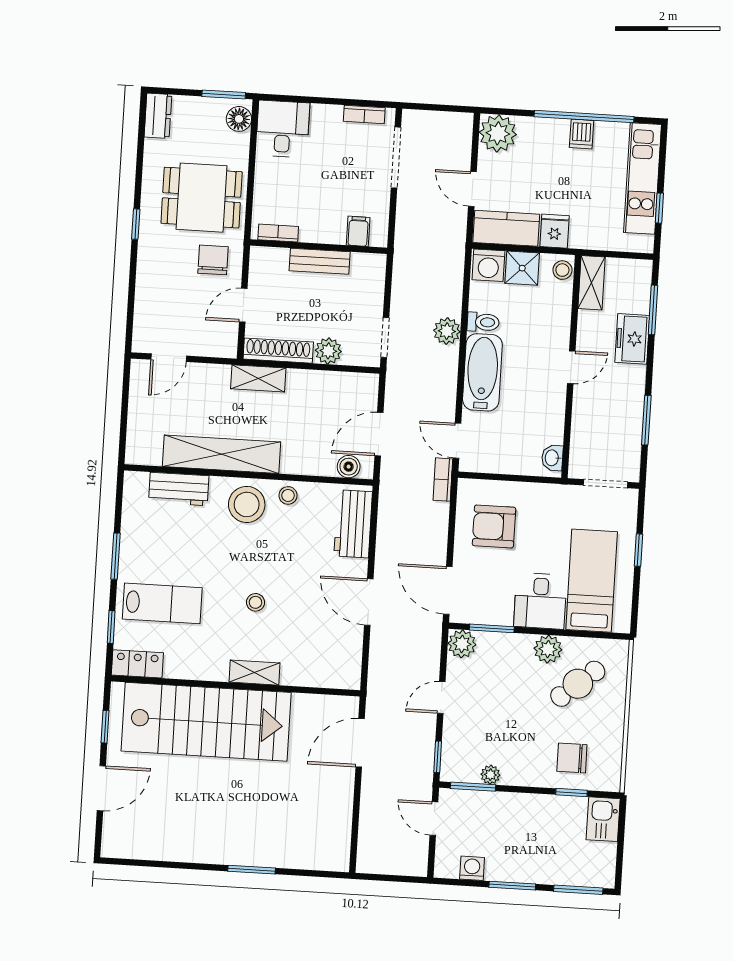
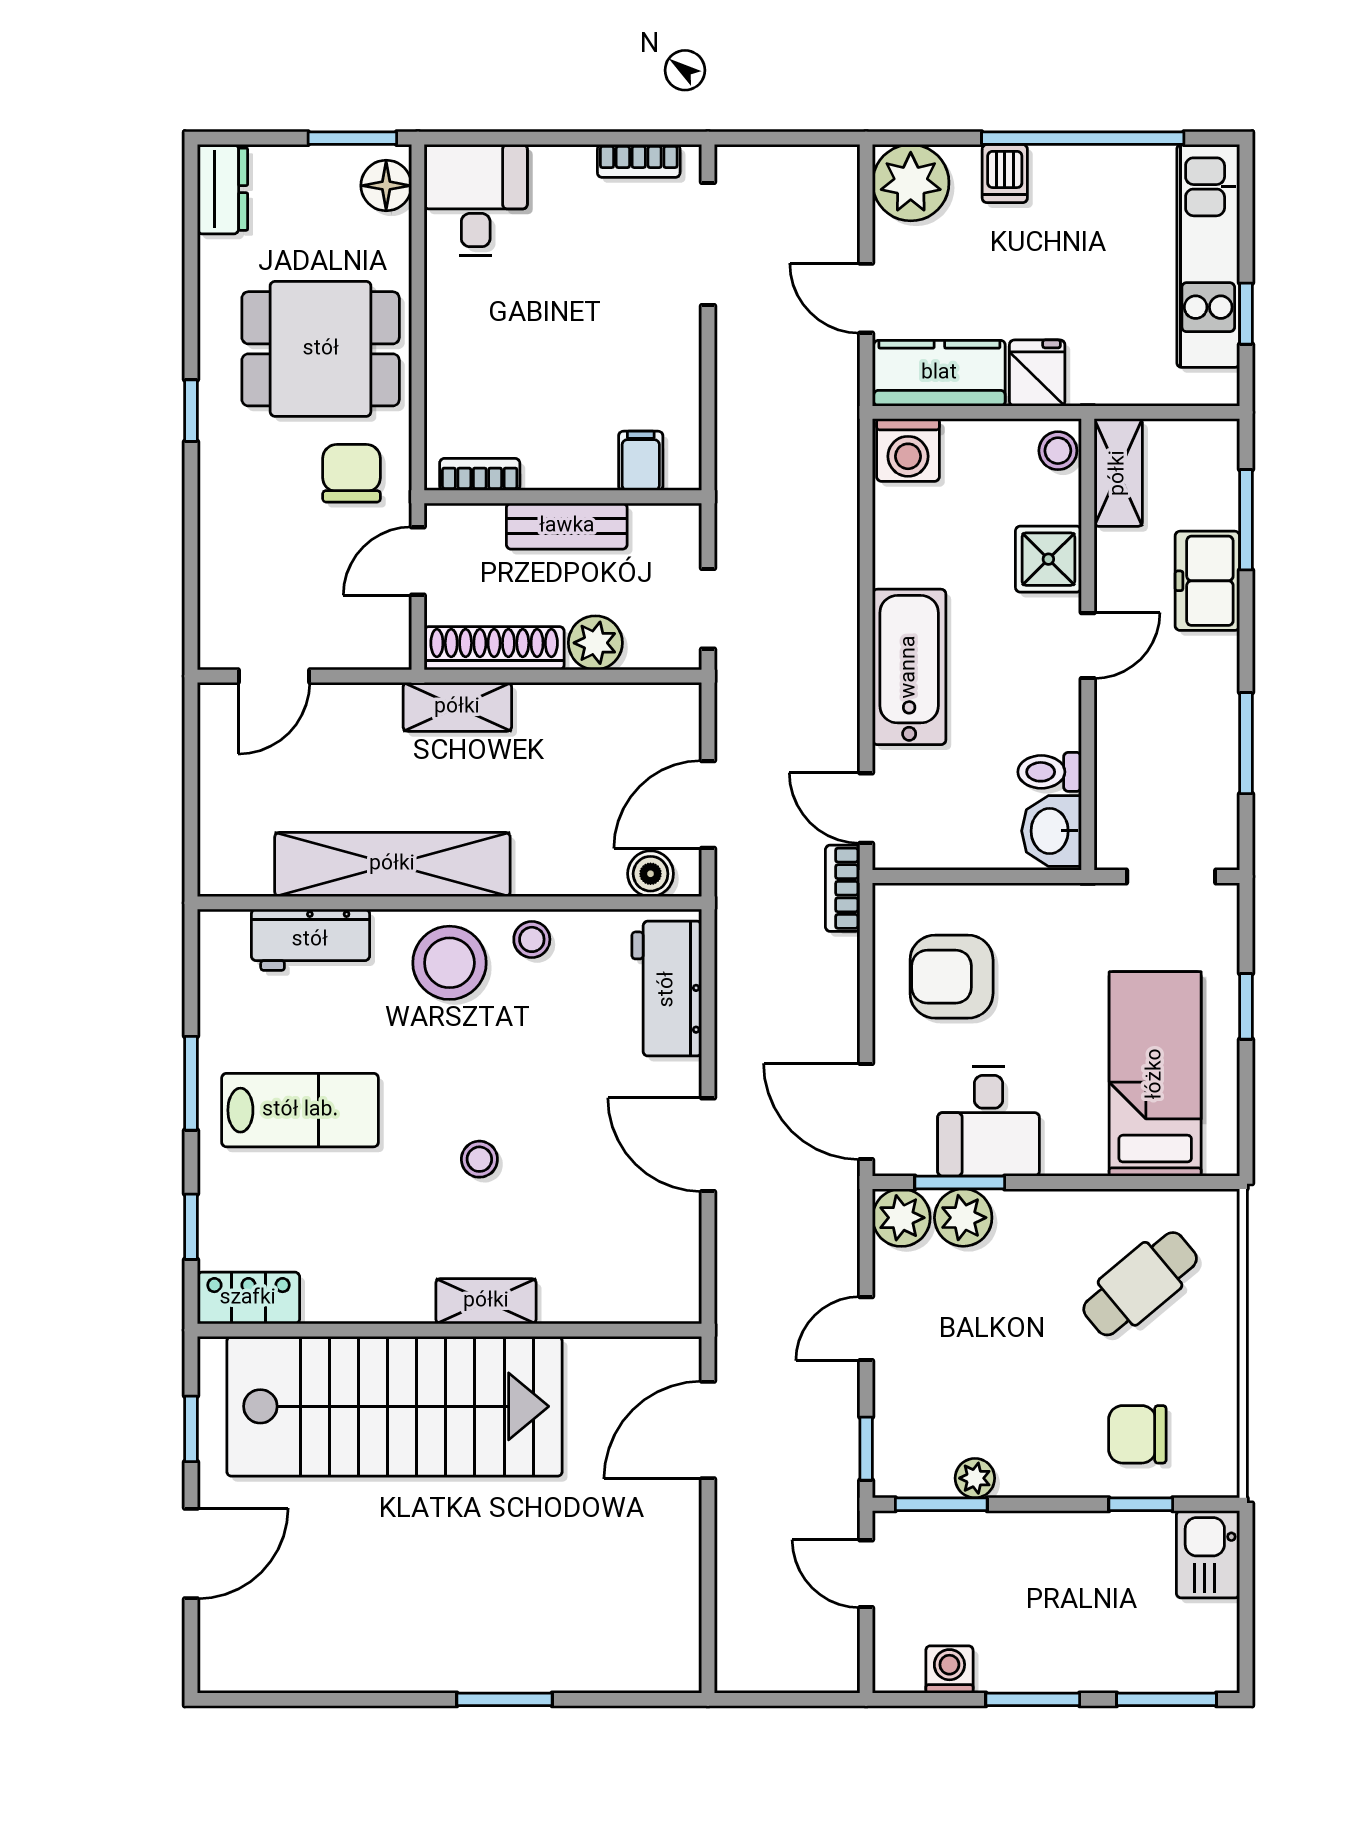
dishwasher: (582, 134) -> (1005, 174), moved
filing cabinet: (358, 231) -> (641, 461), moved
bookcase: (278, 233) -> (480, 474), moved
wall: (319, 247) -> (563, 497), moved
bench: (320, 261) -> (567, 526), moved
shower: (522, 268) -> (1048, 559), moved
toilet: (483, 322) -> (1050, 772), moved, turned 180
plant: (447, 331) -> (832, 588), removed
washbasin: (552, 458) -> (1051, 831), width x1.38, depth x1.45
desk: (540, 601) -> (989, 1121), moved
lab bench: (162, 603) -> (300, 1110), moved
plant: (548, 649) -> (963, 1218), moved

